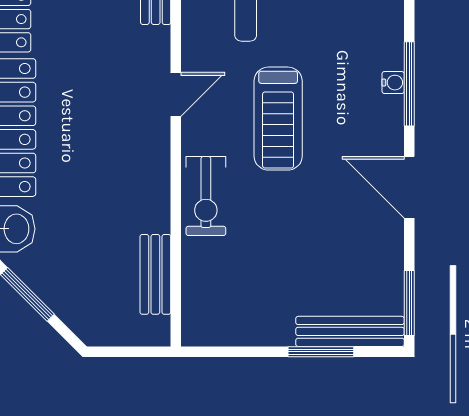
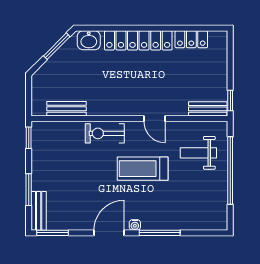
water cooler: (393, 83) -> (135, 225), moved
bench: (350, 331) -> (39, 211), width x0.73
window: (215, 352) -> (29, 138), added

